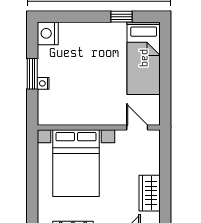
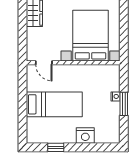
nightstand: (48, 33) -> (85, 136), moved, turned 90
bed: (144, 58) -> (54, 104), moved, turned 90

